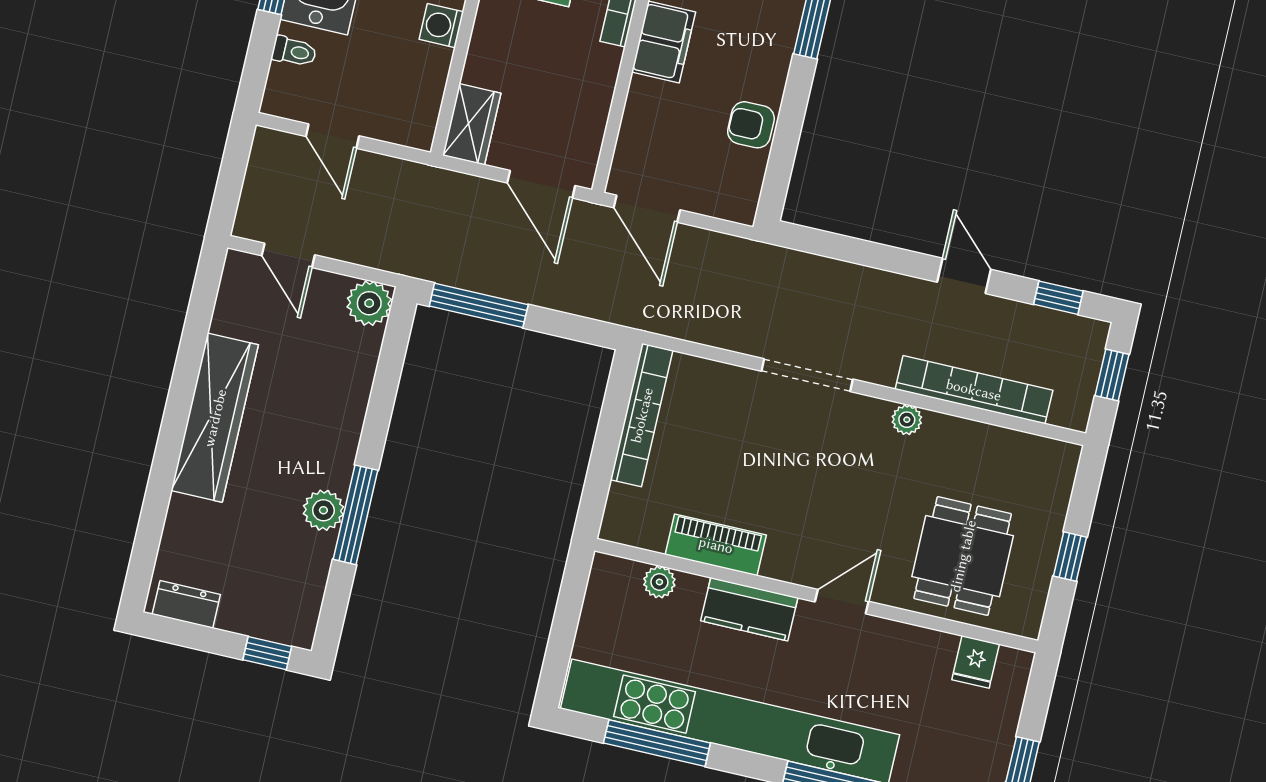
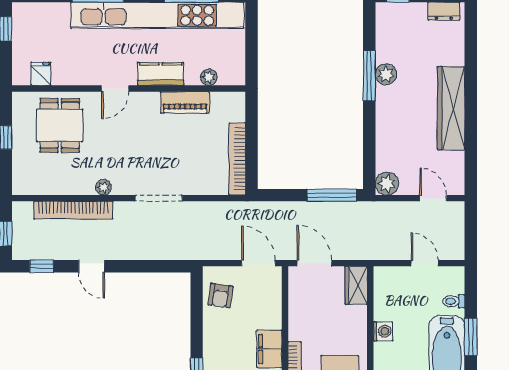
armchair: (751, 125) -> (221, 296), moved, turned 98

